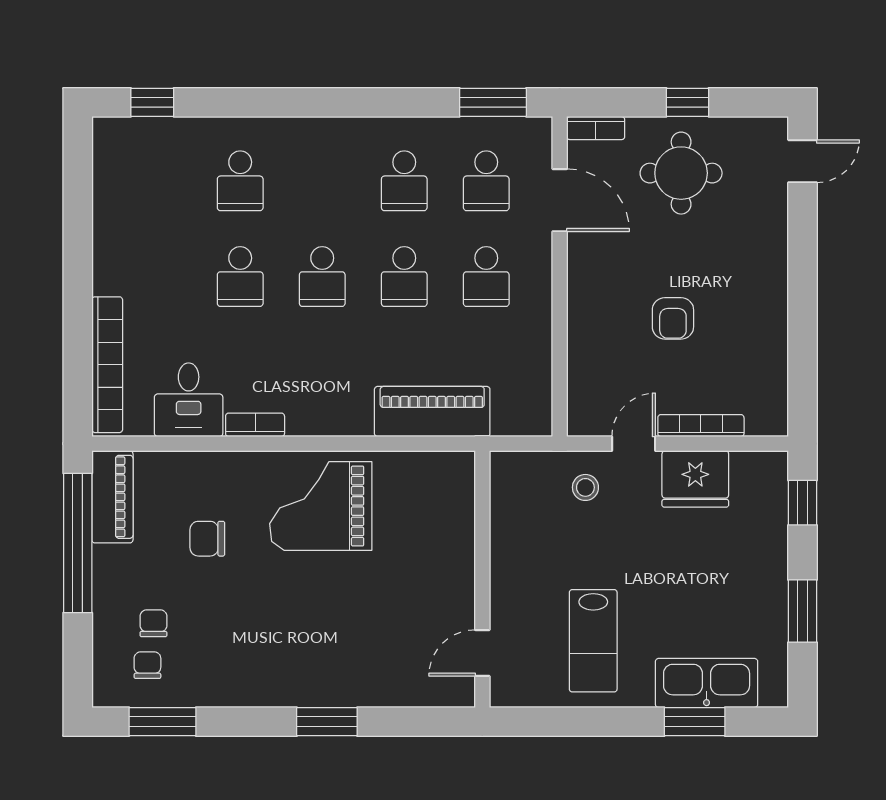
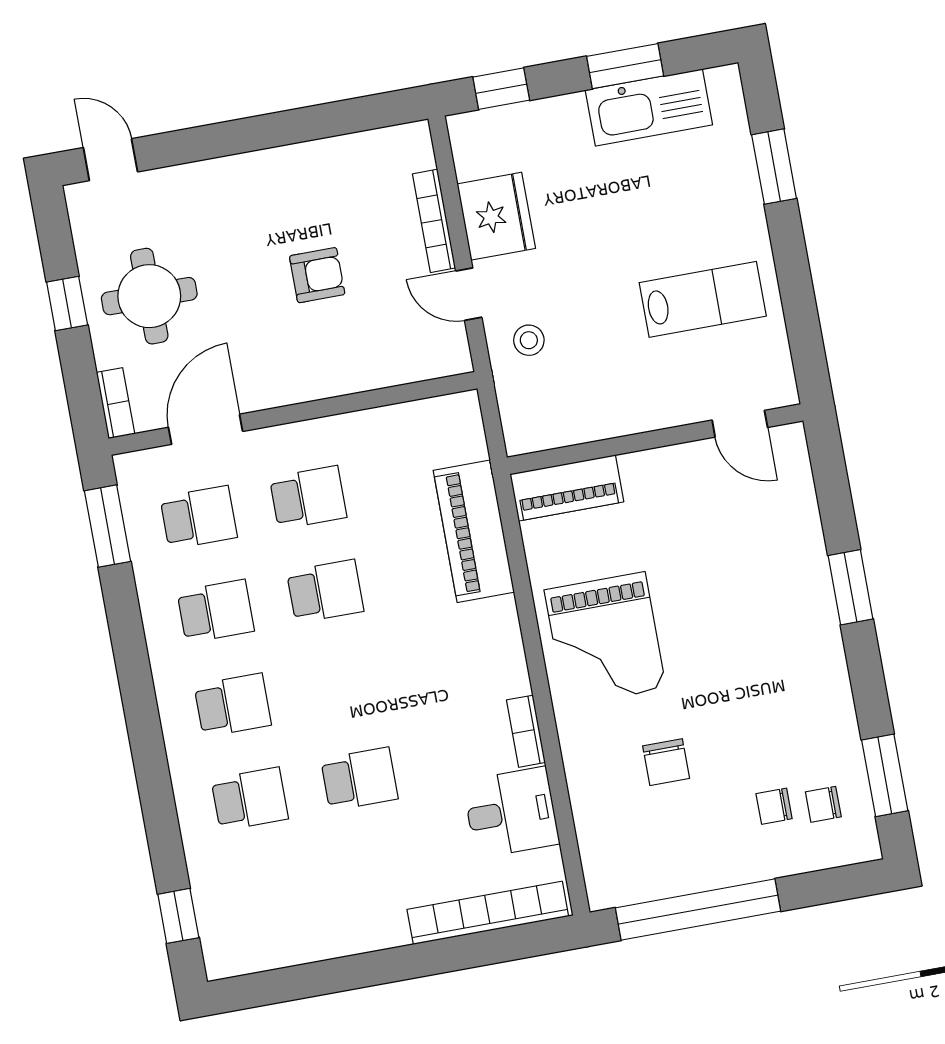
school desk: (322, 277) -> (233, 705), moved
piano: (112, 497) -> (567, 488), moved, turned 180
kitchen sink: (707, 683) -> (649, 107), moved, turned -90

